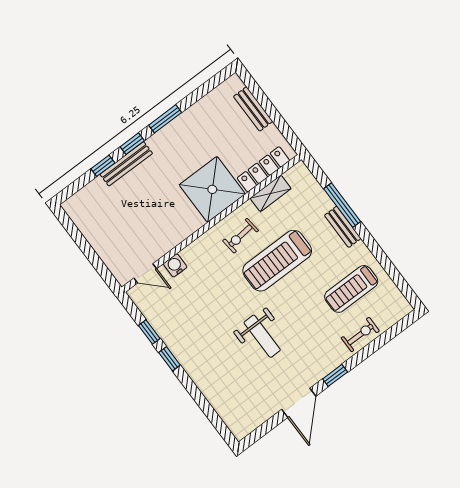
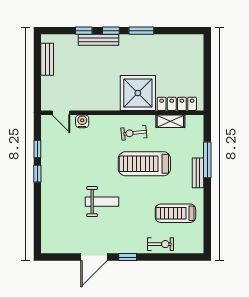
bench: (253, 109) -> (47, 59), moved
weight bench: (262, 336) -> (102, 202), turned -90

